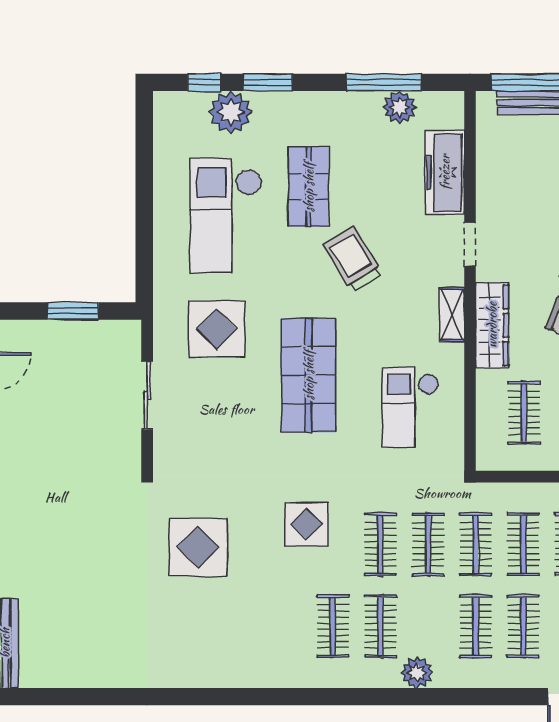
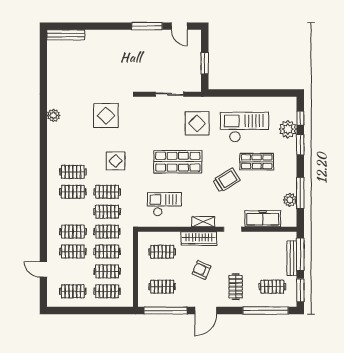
plant: (417, 673) -> (53, 115), moved

